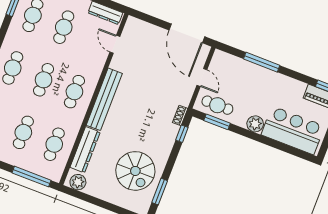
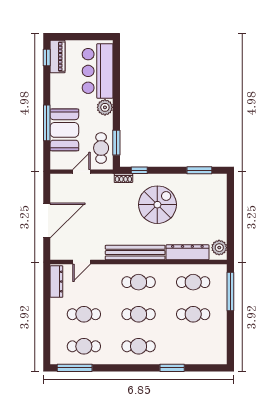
door: (187, 33) -> (47, 220), moved
booth: (248, 77) -> (64, 130), added
spiral stairs: (135, 171) -> (157, 205), moved

